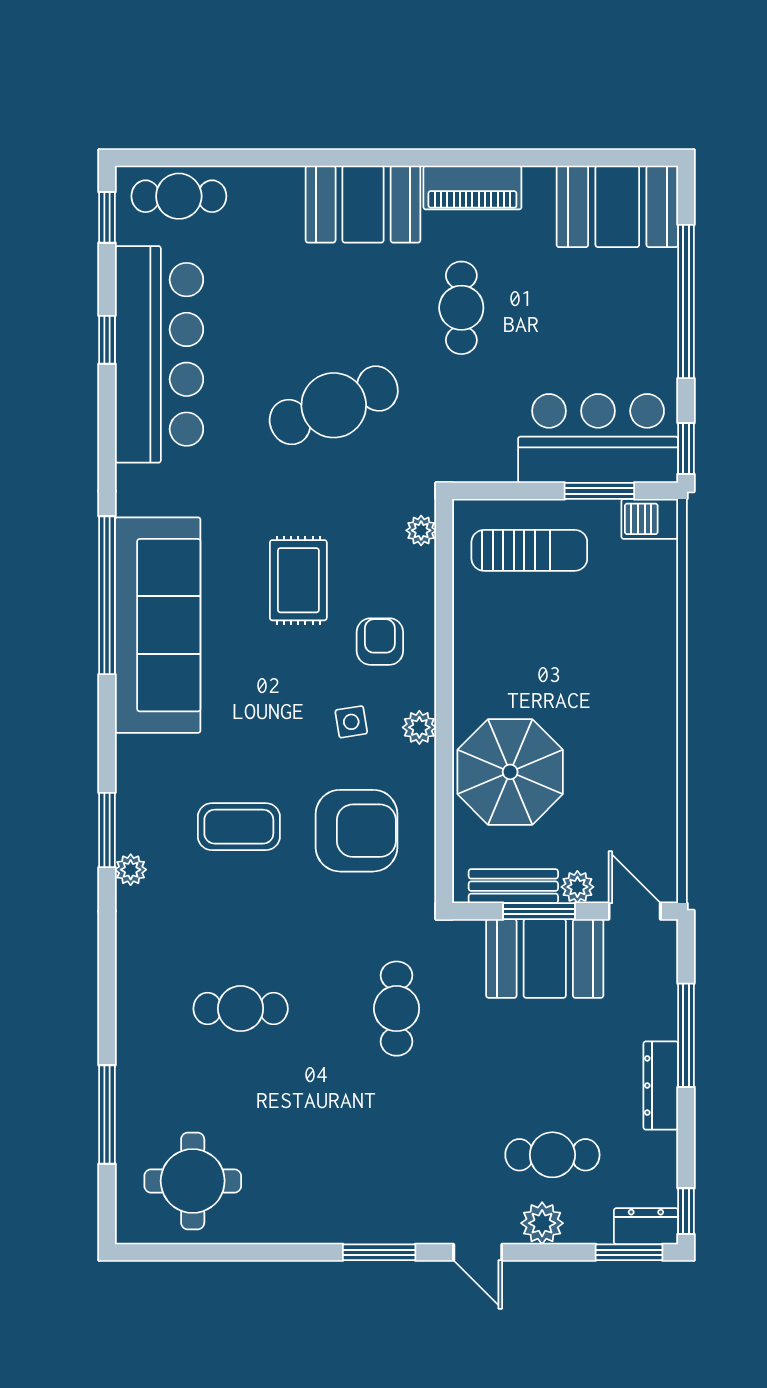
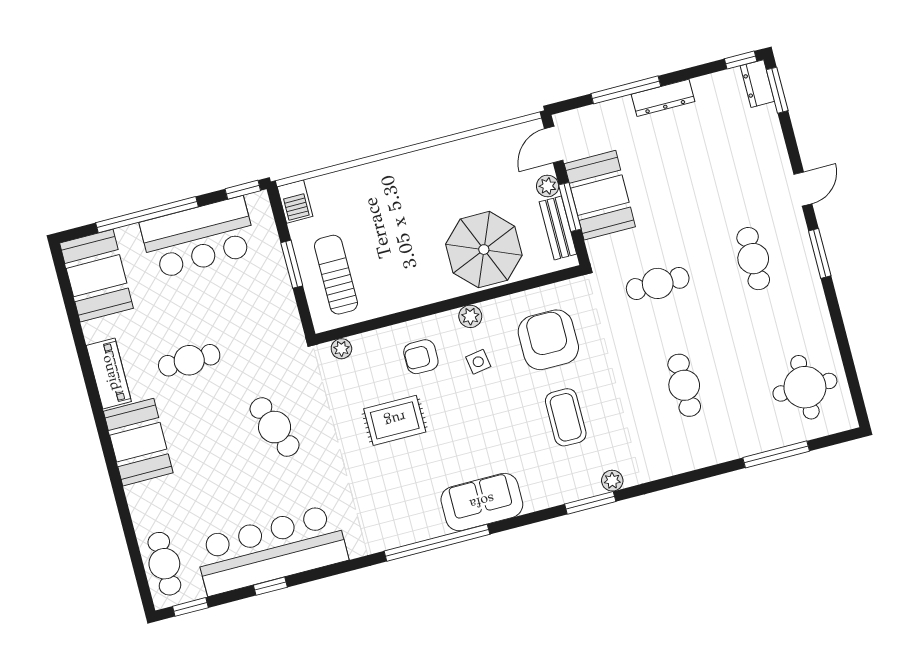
cafe table: (334, 405) -> (275, 427), width x0.73, depth x0.74
bar counter: (598, 438) -> (199, 238), moved, turned -90
window: (599, 491) -> (292, 264), moved
sofa: (158, 625) -> (482, 502), width x0.54, depth x0.79
cafe table: (552, 1155) -> (753, 259), moved
plant: (542, 1223) -> (773, 152), removed

